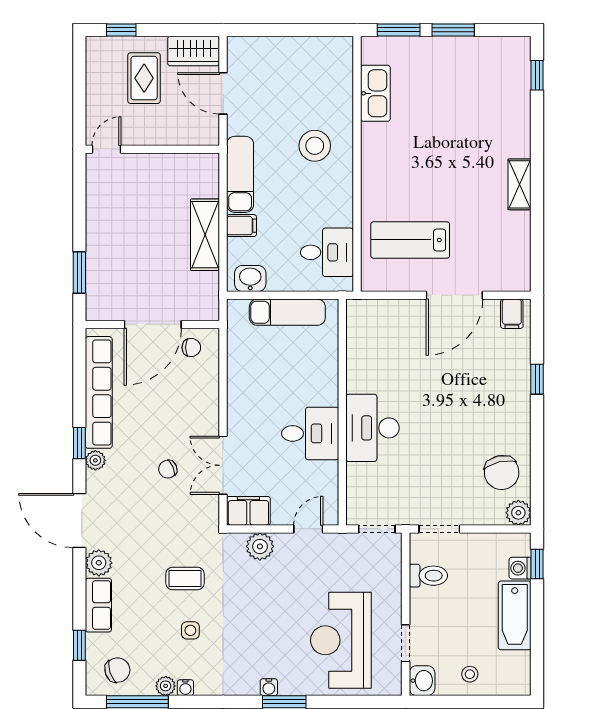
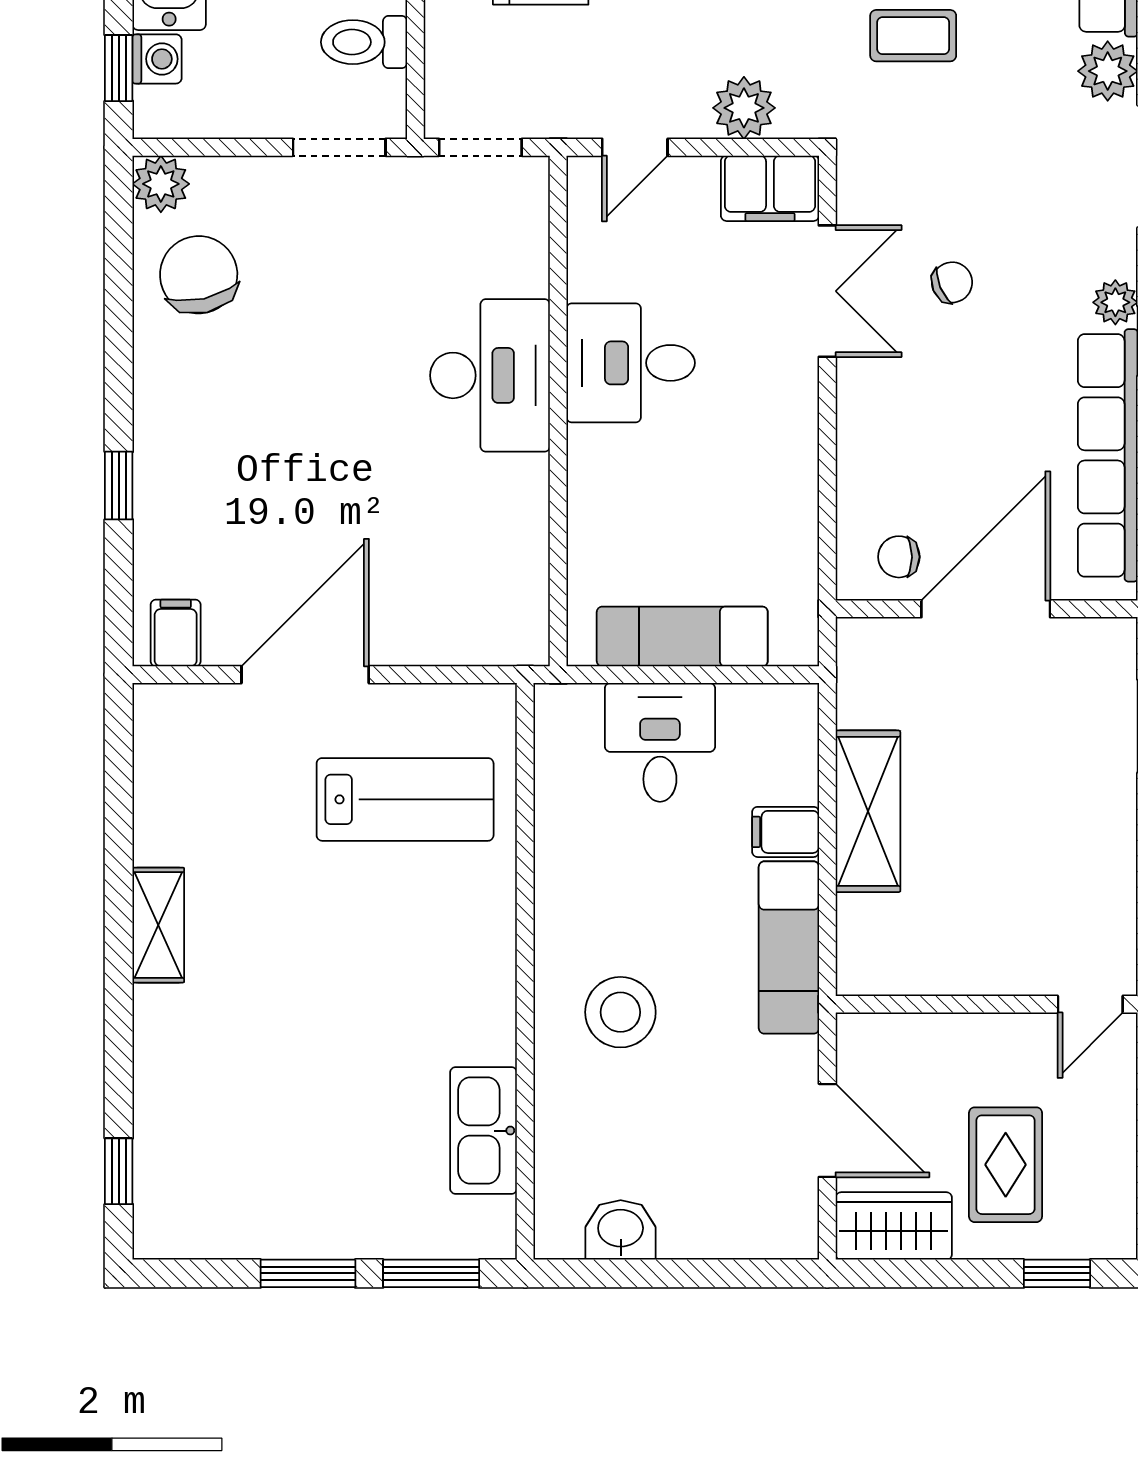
desk: (327, 252) -> (660, 742), moved, turned 90
washbasin: (250, 278) -> (621, 1230), moved, turned 180

